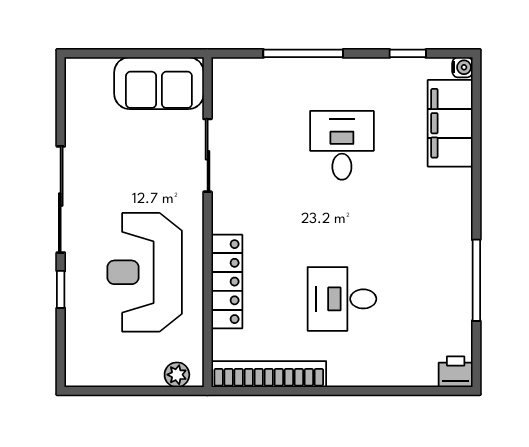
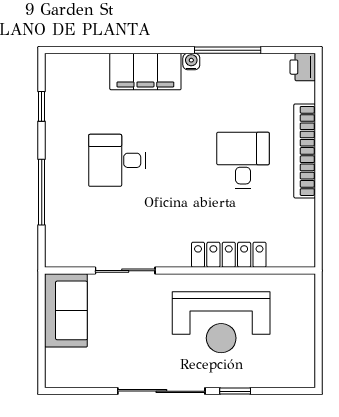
water cooler: (462, 67) -> (191, 62), moved
filing cabinet: (450, 123) -> (145, 72), moved
desk: (342, 299) -> (243, 160), turned 180
bookcase: (269, 374) -> (305, 151), moved
plant: (177, 375) -> (305, 296), removed

